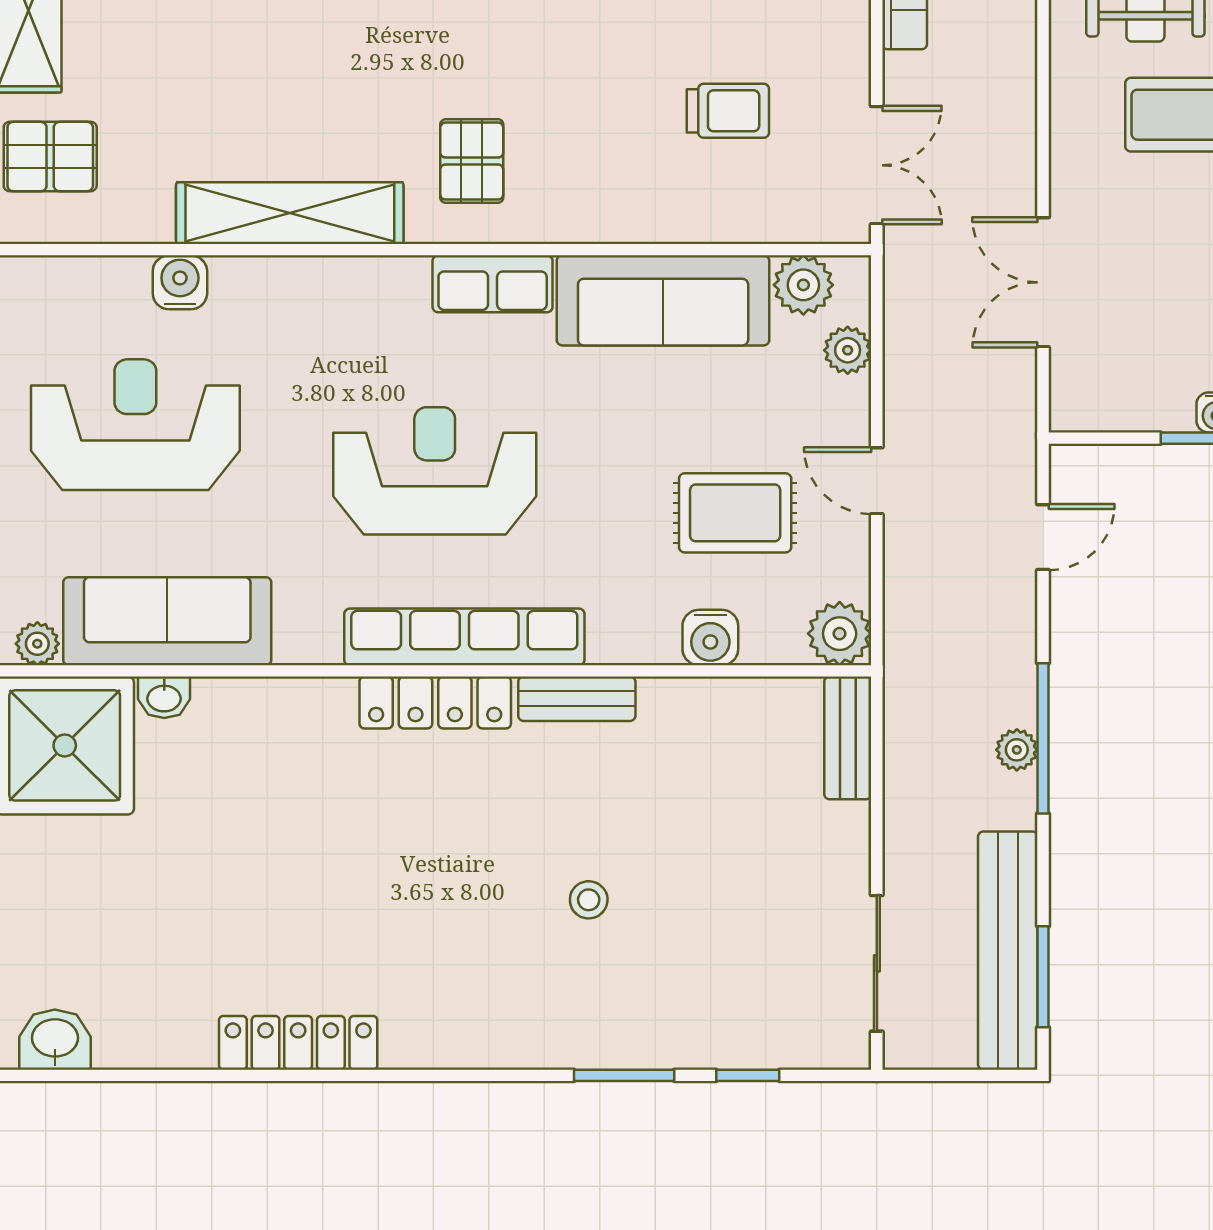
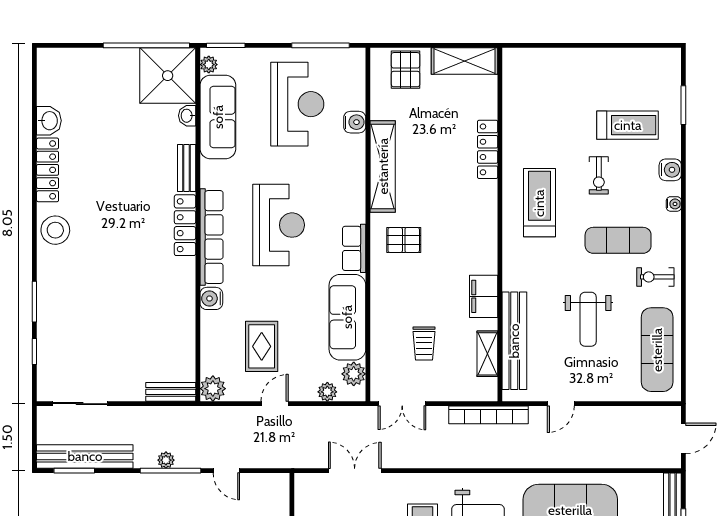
door: (1043, 537) -> (226, 471), moved
water cooler: (710, 637) -> (211, 298), moved
bench: (577, 699) -> (187, 168), moved
stool: (589, 900) -> (55, 230), moved, width x1.89, depth x1.89
washbasin: (55, 1040) -> (49, 121), moved

